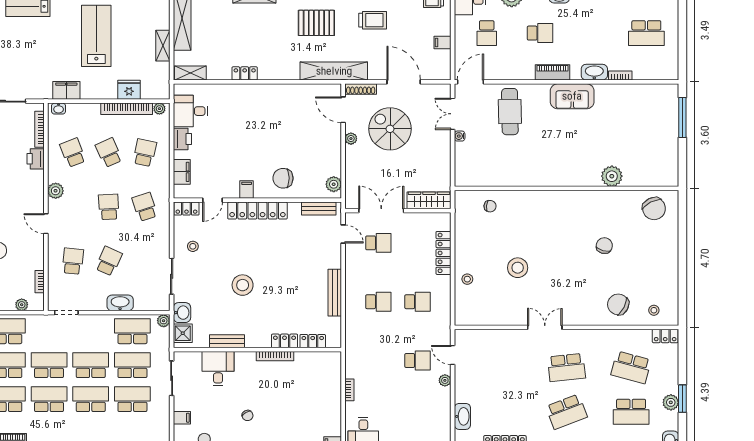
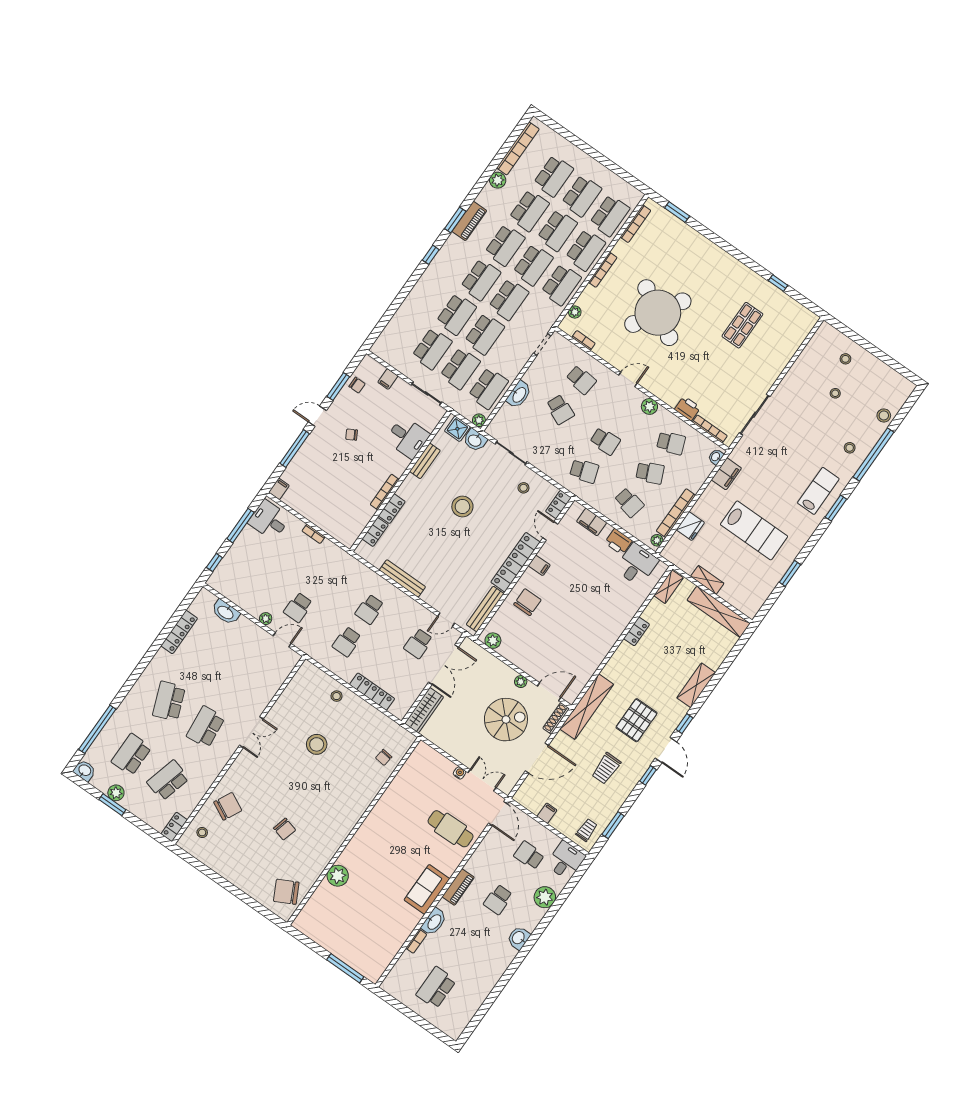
bench: (319, 209) -> (485, 609), width x1.36

